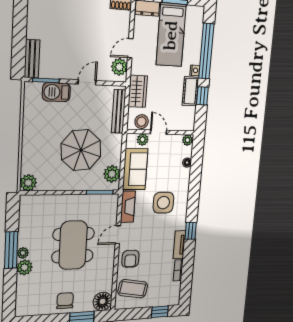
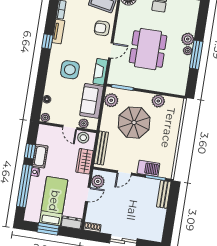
plant: (28, 183) -> (158, 101), moved
armchair: (130, 259) -> (102, 28), turned -90

